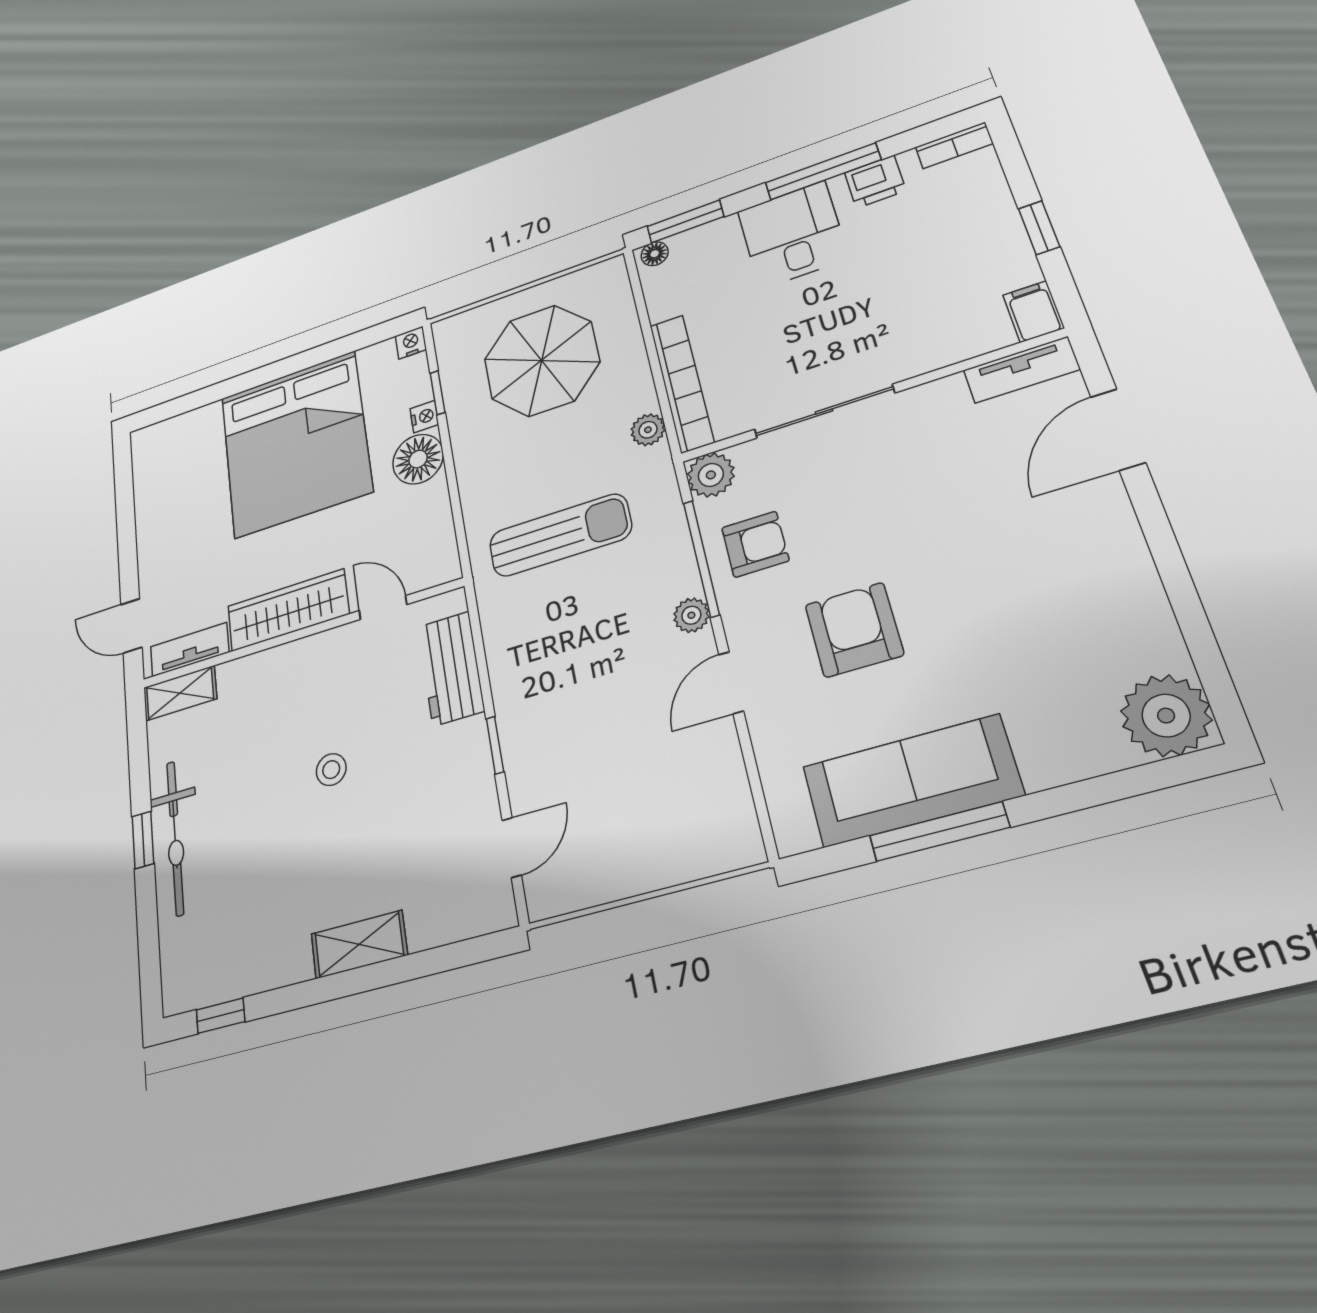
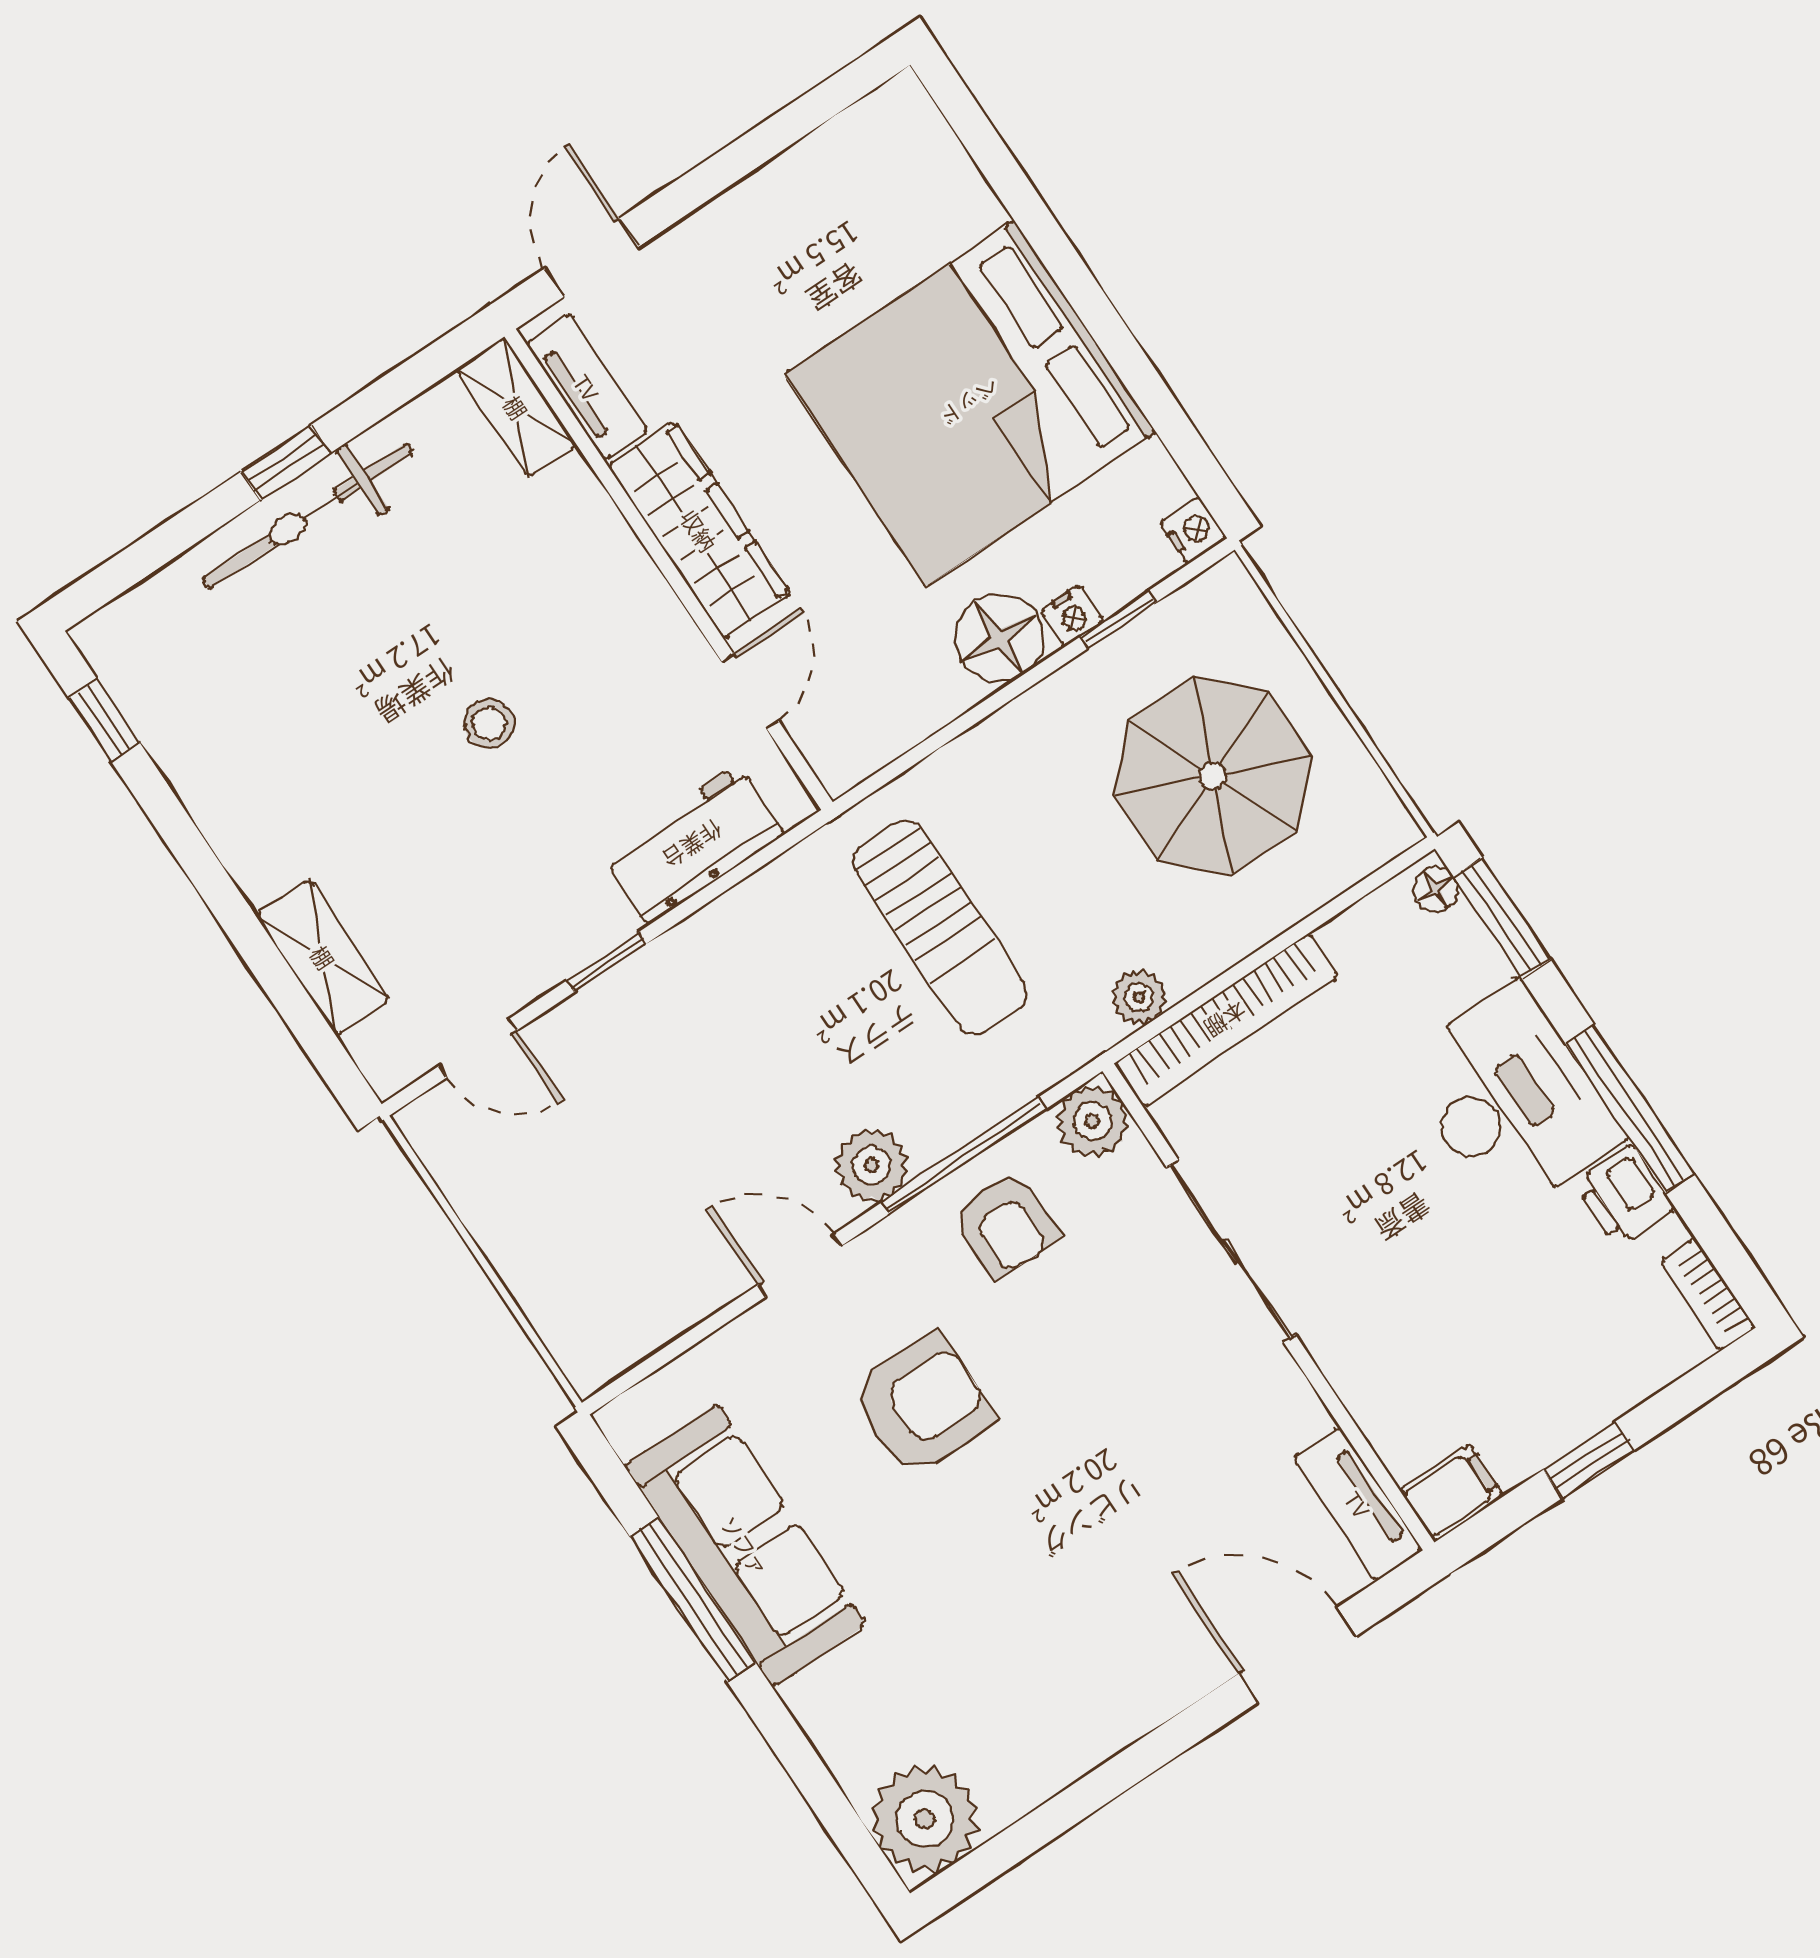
desk: (792, 235) -> (1510, 1100), width x1.37
plant: (691, 615) -> (872, 1165), width x1.38, depth x1.38
shelving: (359, 944) -> (323, 957), moved

